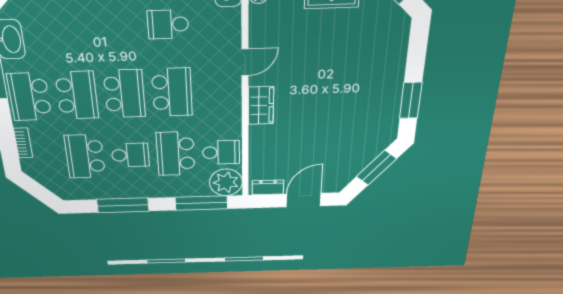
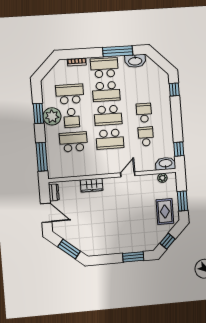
door: (245, 62) -> (128, 174), swing flipped
window: (411, 100) -> (133, 257), moved
wardrobe: (261, 105) -> (92, 185), moved
school desk: (221, 152) -> (144, 113), moved, turned 180
plant: (226, 182) -> (52, 116), moved
window: (123, 205) -> (38, 113), width x0.69

